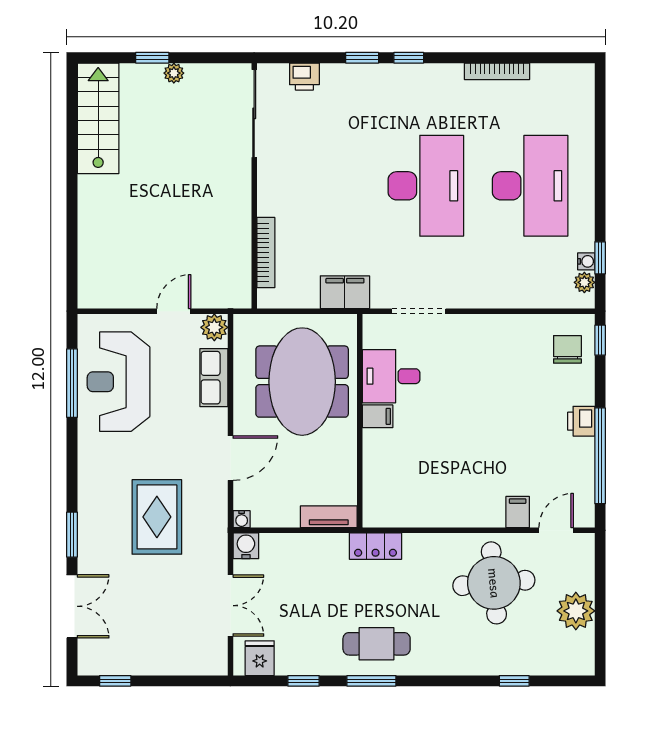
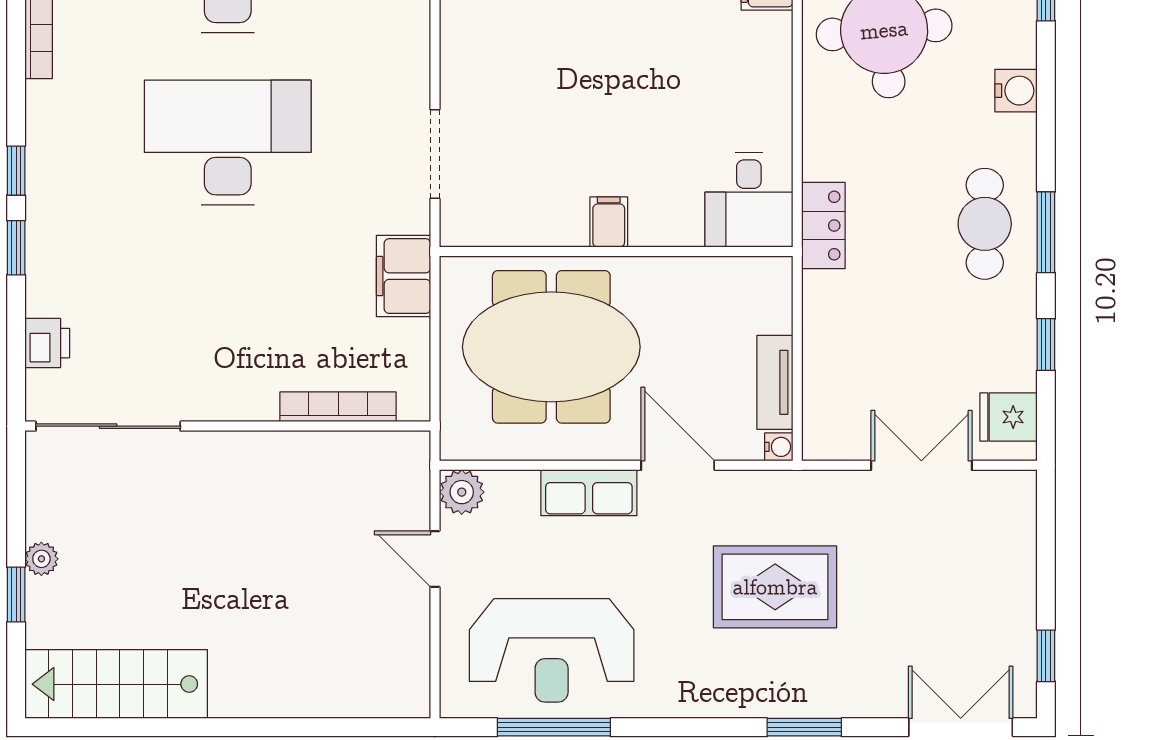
desk: (391, 376) -> (749, 200), moved
row of seats: (214, 378) -> (589, 493), moved
tv unit: (329, 517) -> (775, 382), moved
water cooler: (246, 546) -> (1016, 91), moved, turned 180
double door: (72, 606) -> (961, 727), moved

